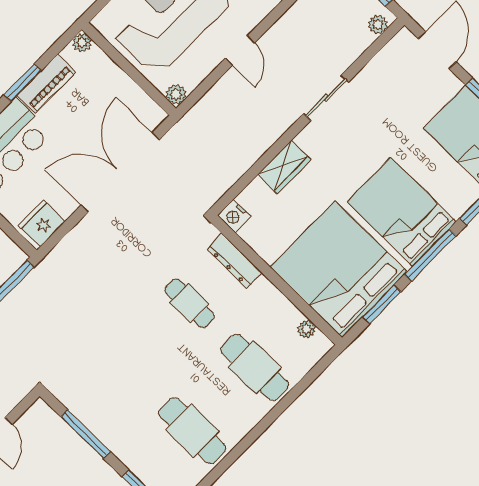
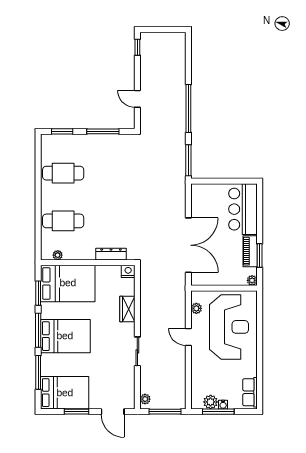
window: (23, 83) -> (260, 256), moved
plant: (176, 94) -> (196, 308), moved
fridge: (42, 223) -> (199, 196), removed
bed: (339, 269) -> (68, 283), width x0.73
cafe table: (190, 303) -> (112, 221), removed

